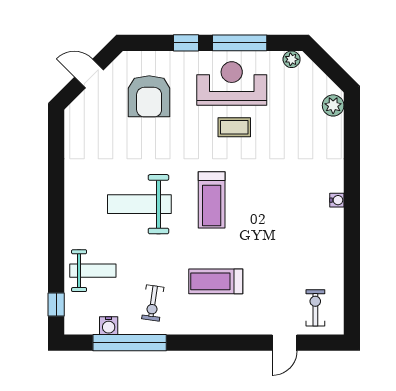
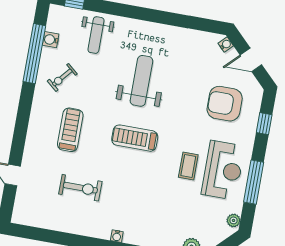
window: (186, 43) -> (264, 124), moved
door: (89, 73) -> (251, 60), swing flipped
water cooler: (76, 108) -> (226, 45), added
exercise bike: (153, 303) -> (62, 77), turned -58
exercise bike: (315, 308) -> (80, 188), moved, width x1.38, depth x1.39

